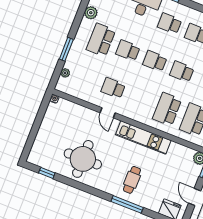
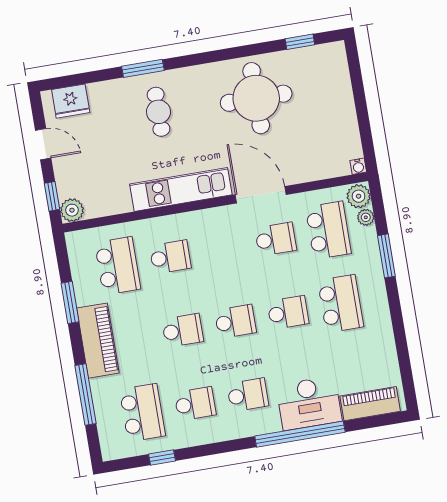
plant: (91, 13) -> (359, 196), moved
school desk: (86, 77) -> (328, 230), added
school desk: (167, 109) -> (170, 257), width x0.54
door: (108, 113) -> (261, 195), width x1.87
window: (127, 204) -> (143, 68), width x0.69

